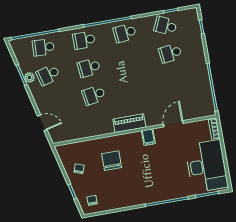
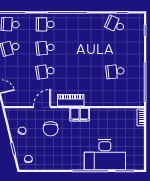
school desk: (125, 33) -> (80, 24), removed
school desk: (170, 53) -> (115, 72), moved
door: (173, 124) -> (42, 107), moved
filing cabinet: (148, 137) -> (80, 115), width x2.00
chair: (112, 161) -> (51, 129), turned 180
desk: (206, 166) -> (105, 154), moved, turned 90

